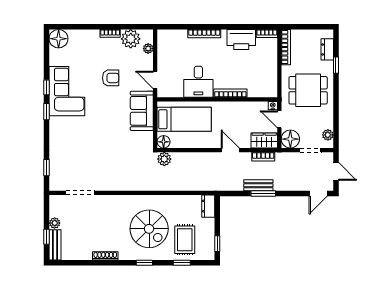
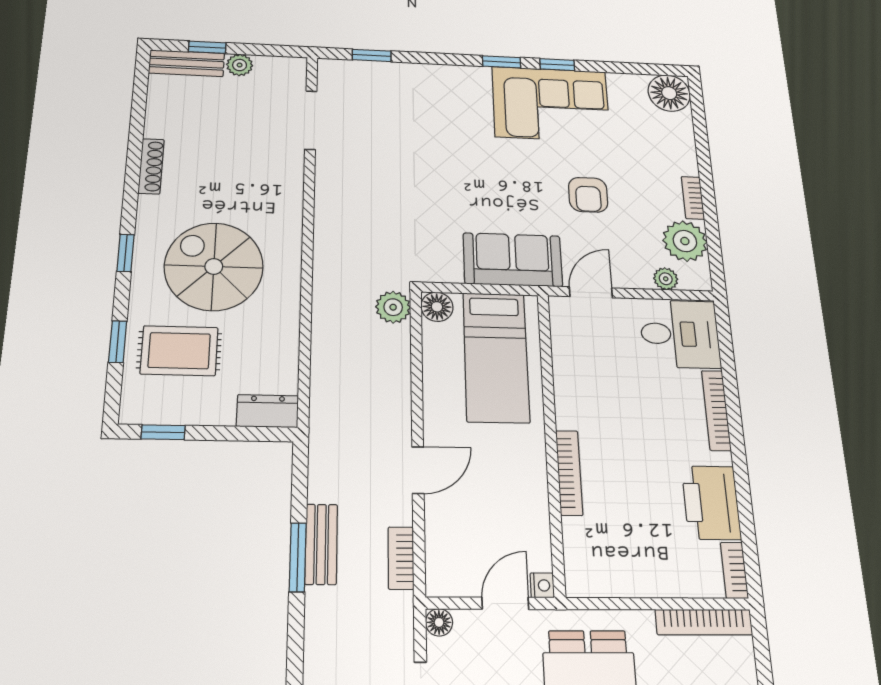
desk: (198, 82) -> (680, 334), moved, turned 180
floor lamp: (290, 139) -> (439, 622), width x0.53, depth x0.53
wardrobe: (264, 141) -> (446, 561), removed
spiral stairs: (149, 229) -> (214, 266), turned 90

